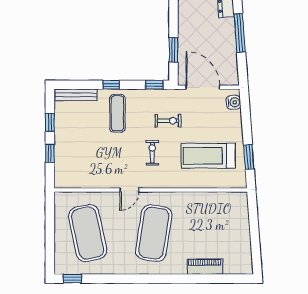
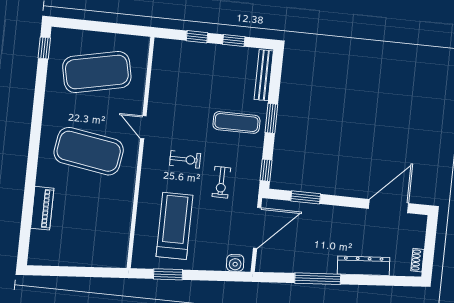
window: (111, 85) -> (271, 118), width x1.50

